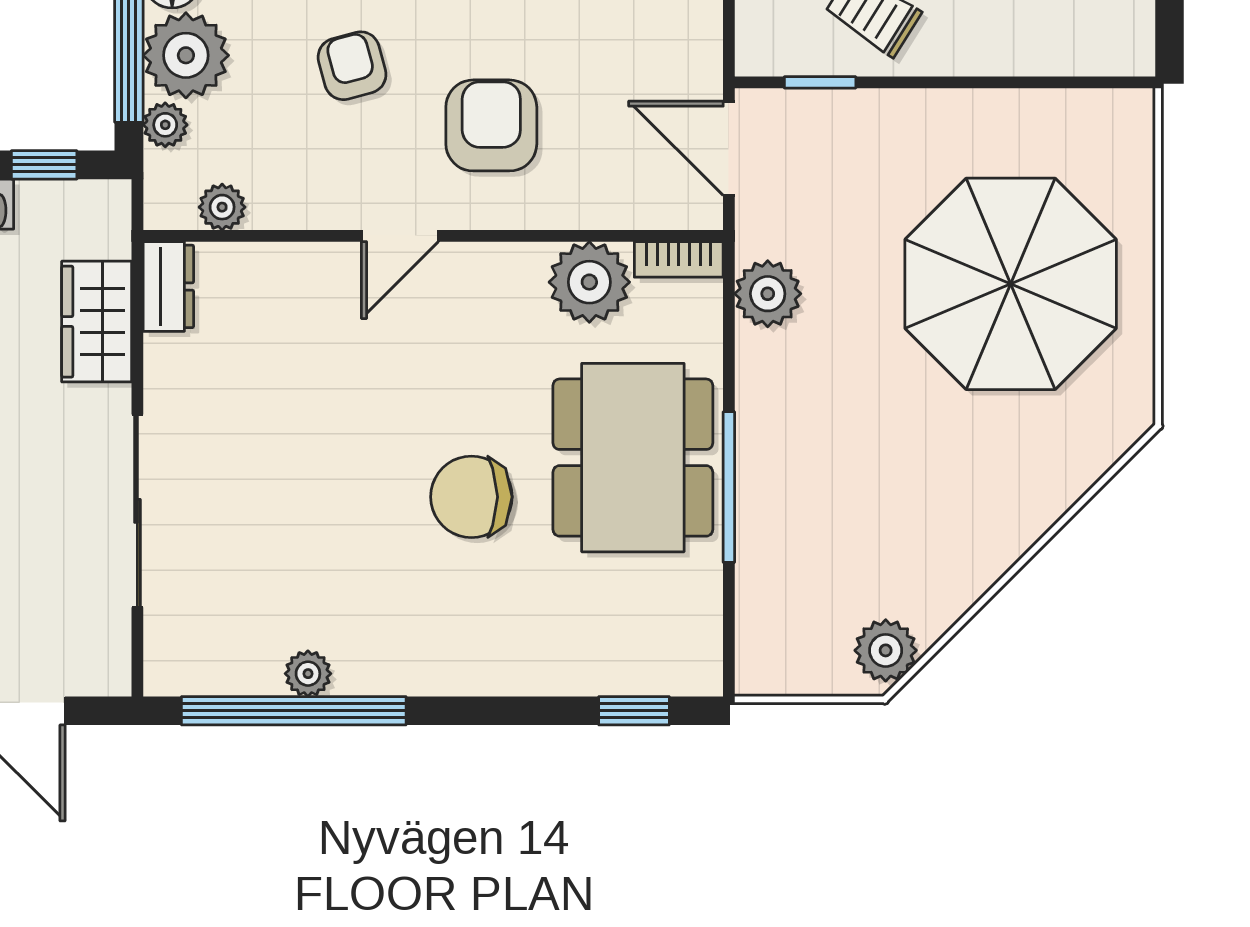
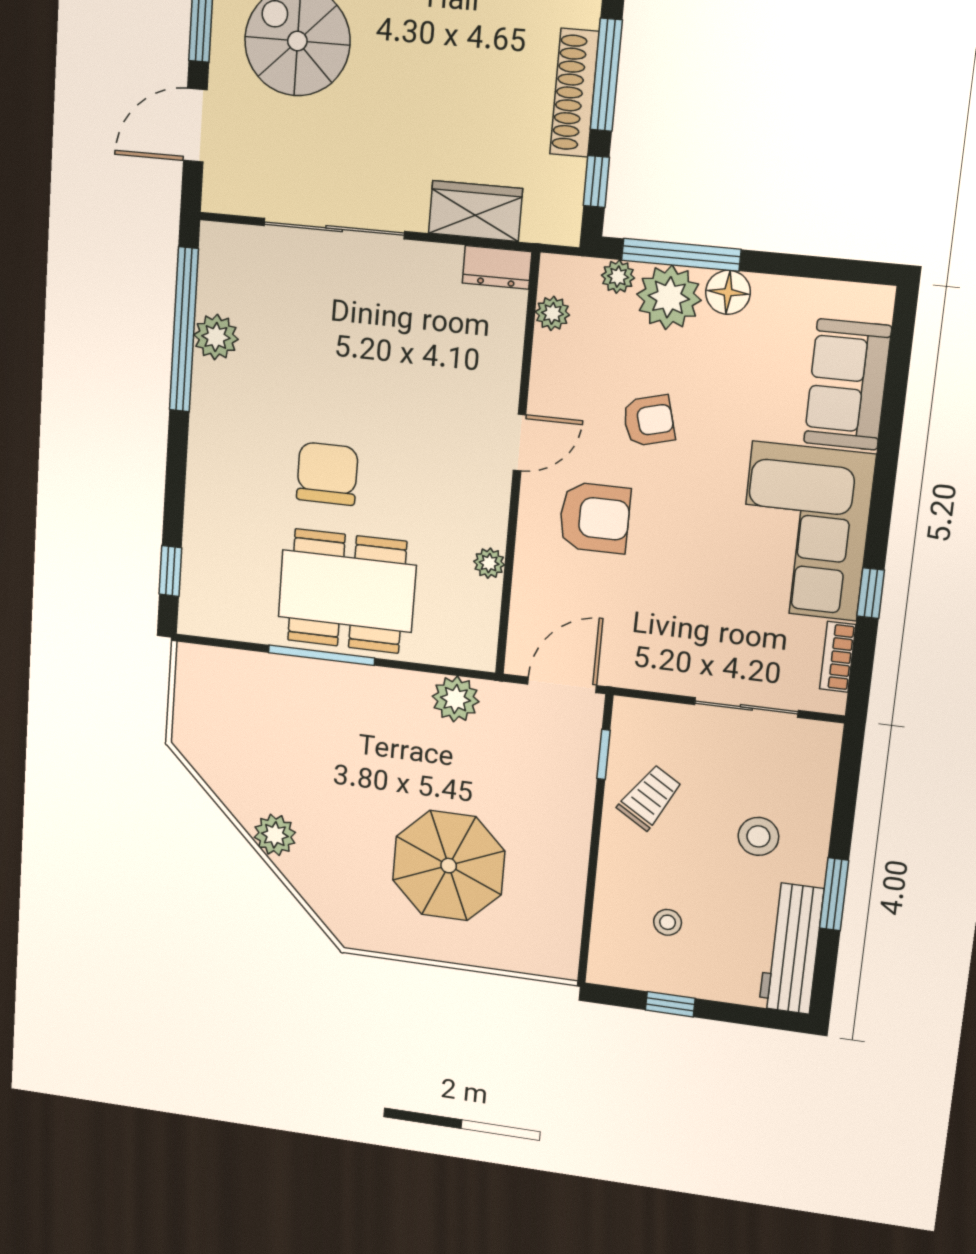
door: (400, 236) -> (520, 442), swing flipped
bookcase: (679, 259) -> (485, 640), removed
plant: (589, 282) -> (489, 563), width x0.53, depth x0.53
parasol: (1011, 284) -> (449, 866), width x0.73, depth x0.73
plant: (886, 650) -> (275, 835), moved
plant: (308, 674) -> (216, 337), width x1.38, depth x1.38

